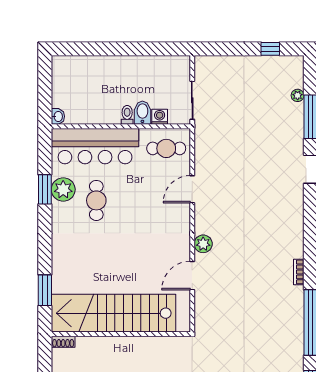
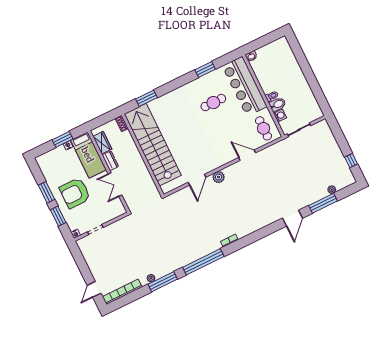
plant: (63, 189) -> (210, 80), removed
door: (192, 276) -> (197, 180), swing flipped

